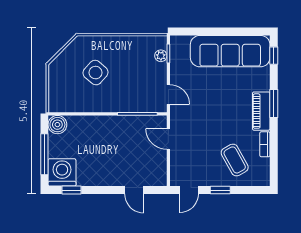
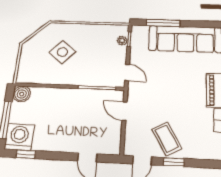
window: (205, 31) -> (163, 23), added
coffee table: (235, 160) -> (167, 139), moved

